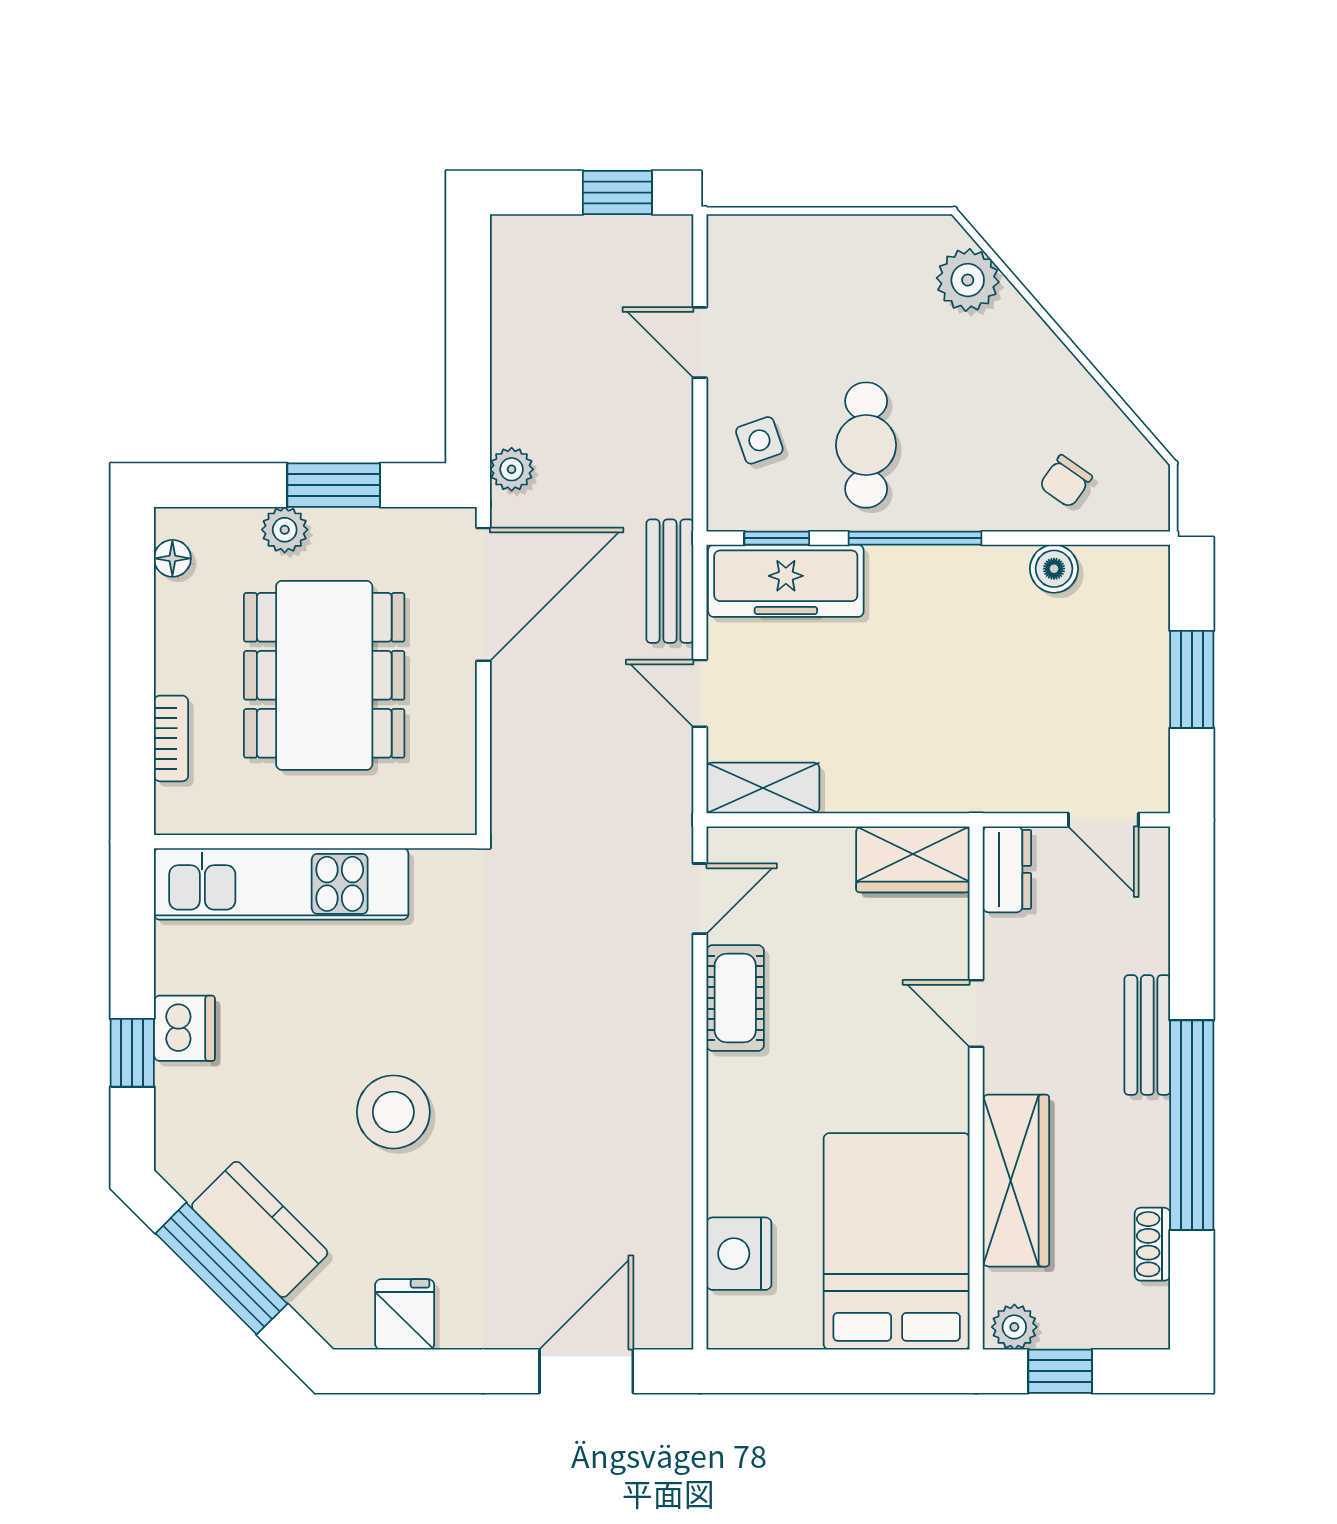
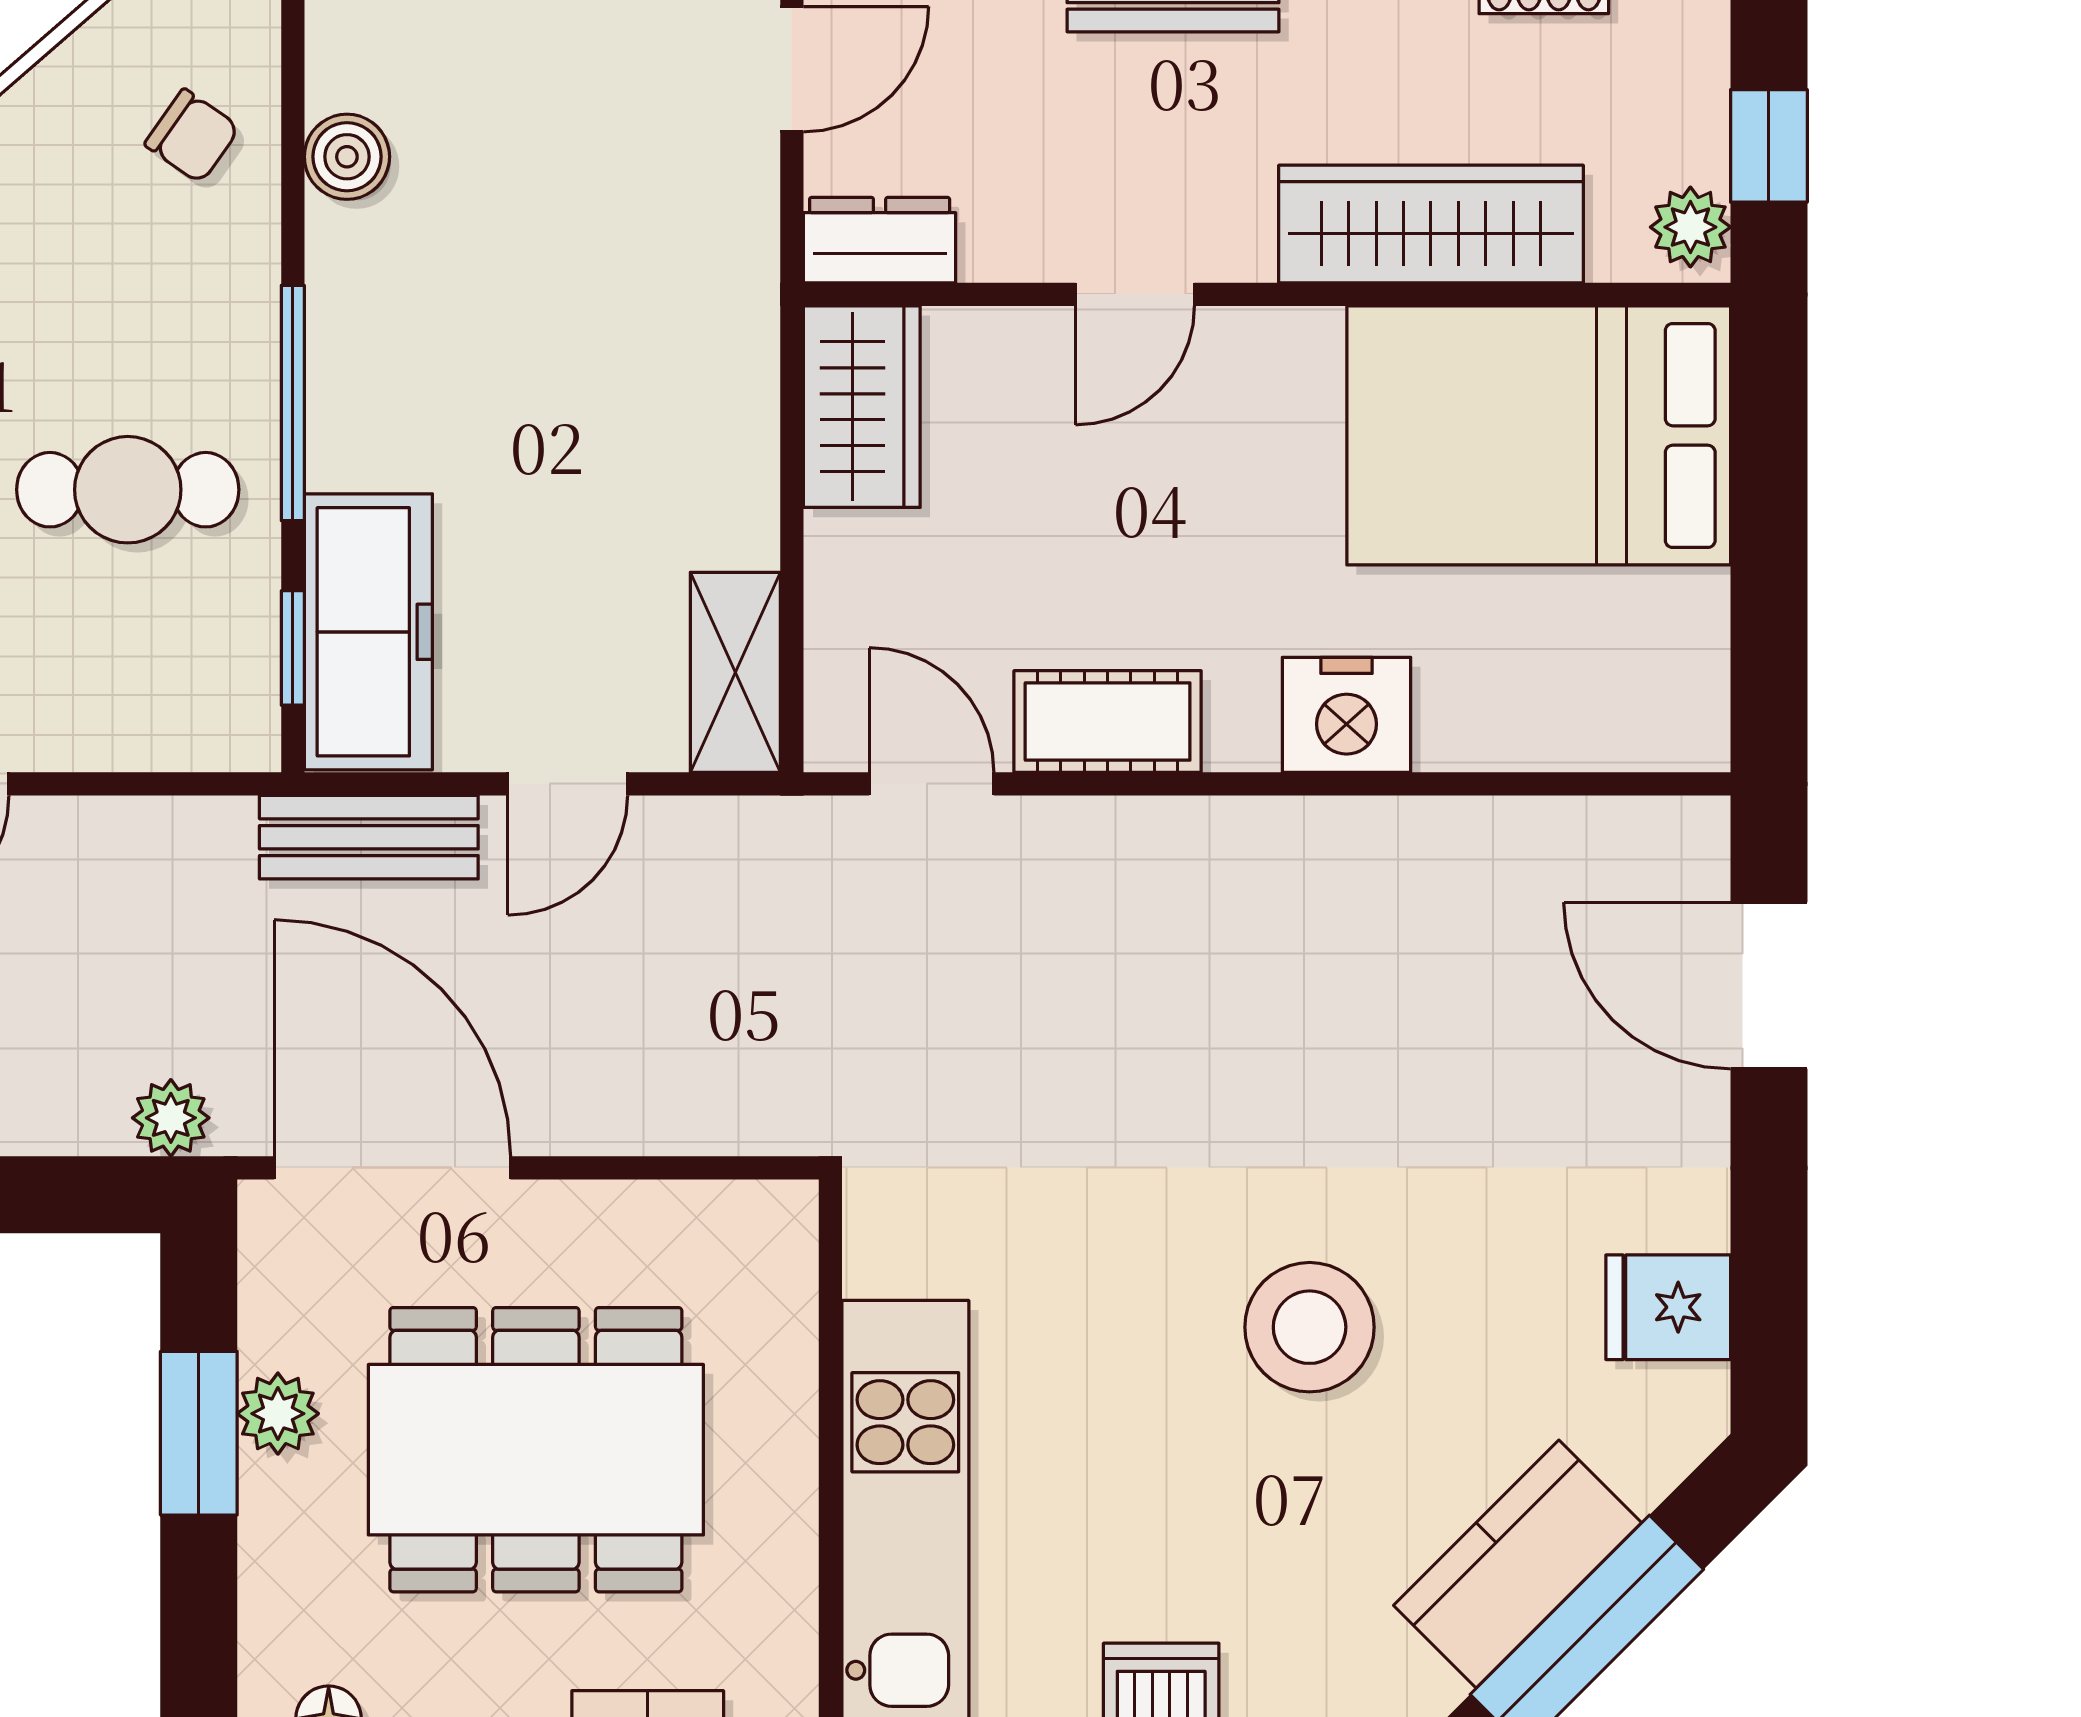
side table: (759, 440) -> (119, 679), removed
plant: (285, 530) -> (278, 1414), moved
nightstand: (739, 1254) -> (1347, 715), moved

